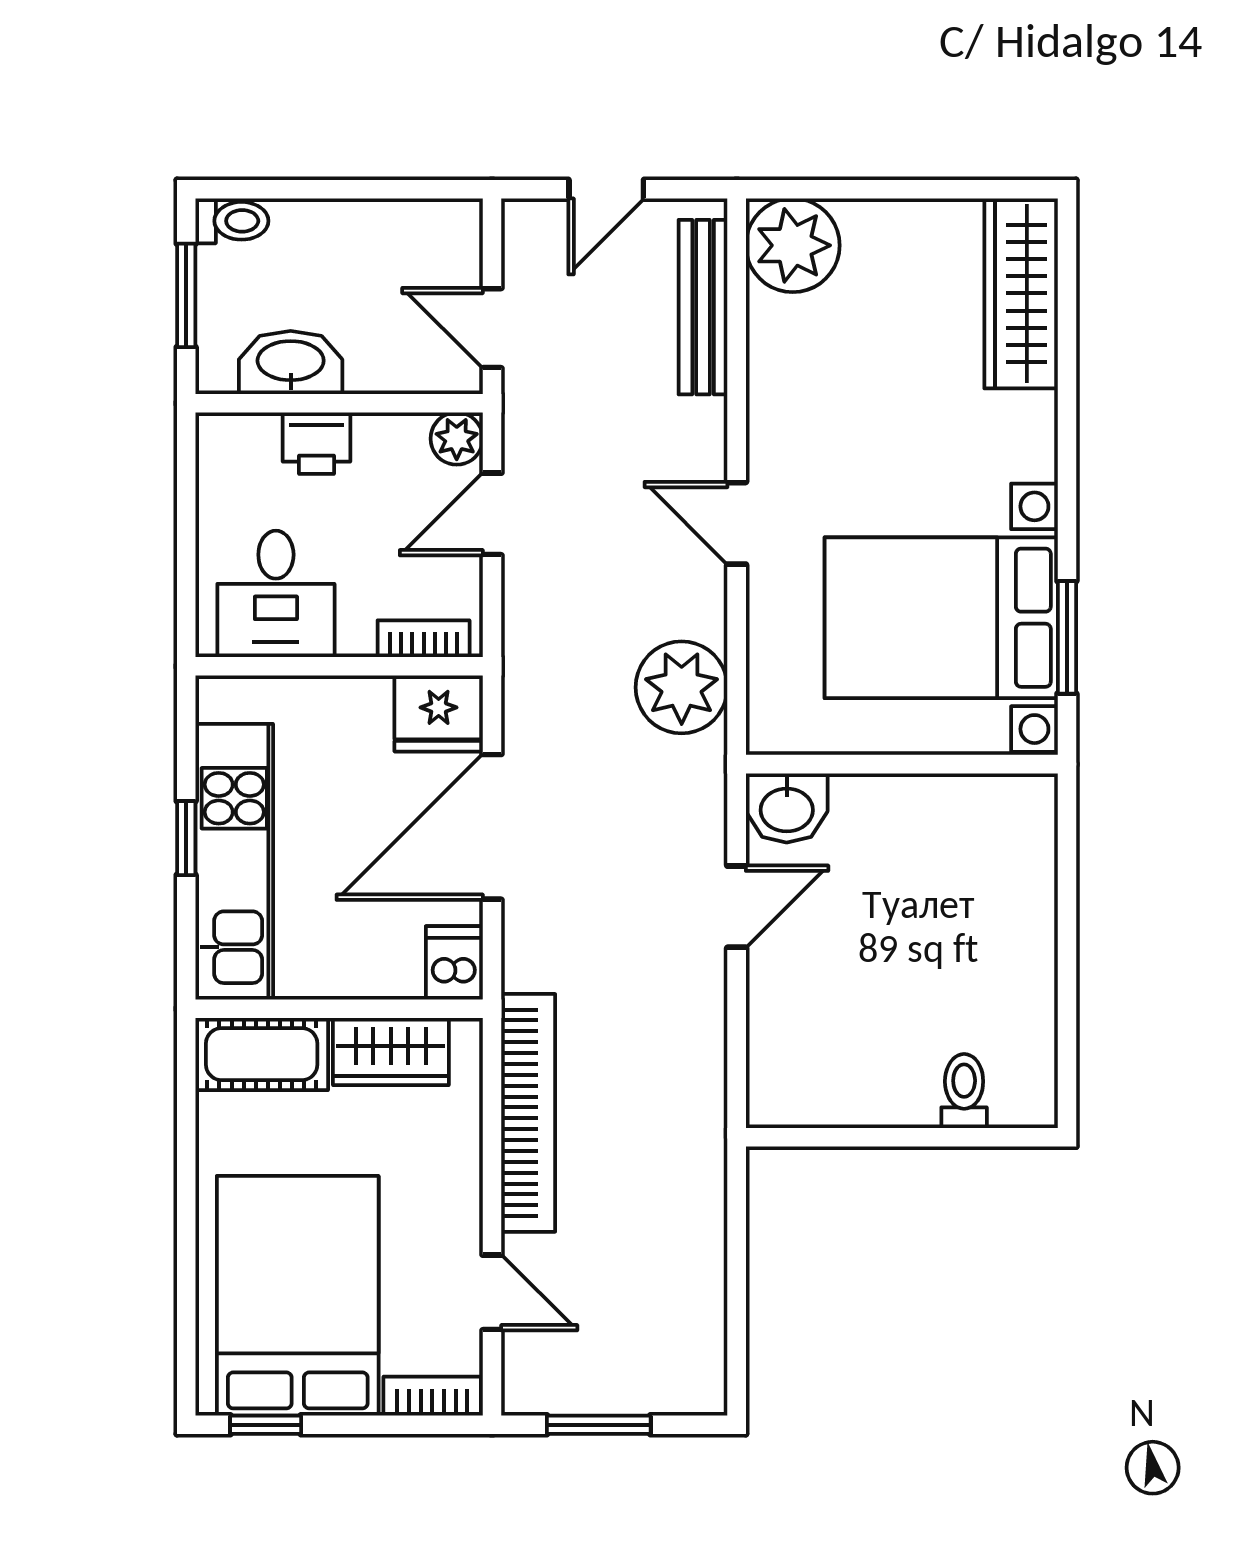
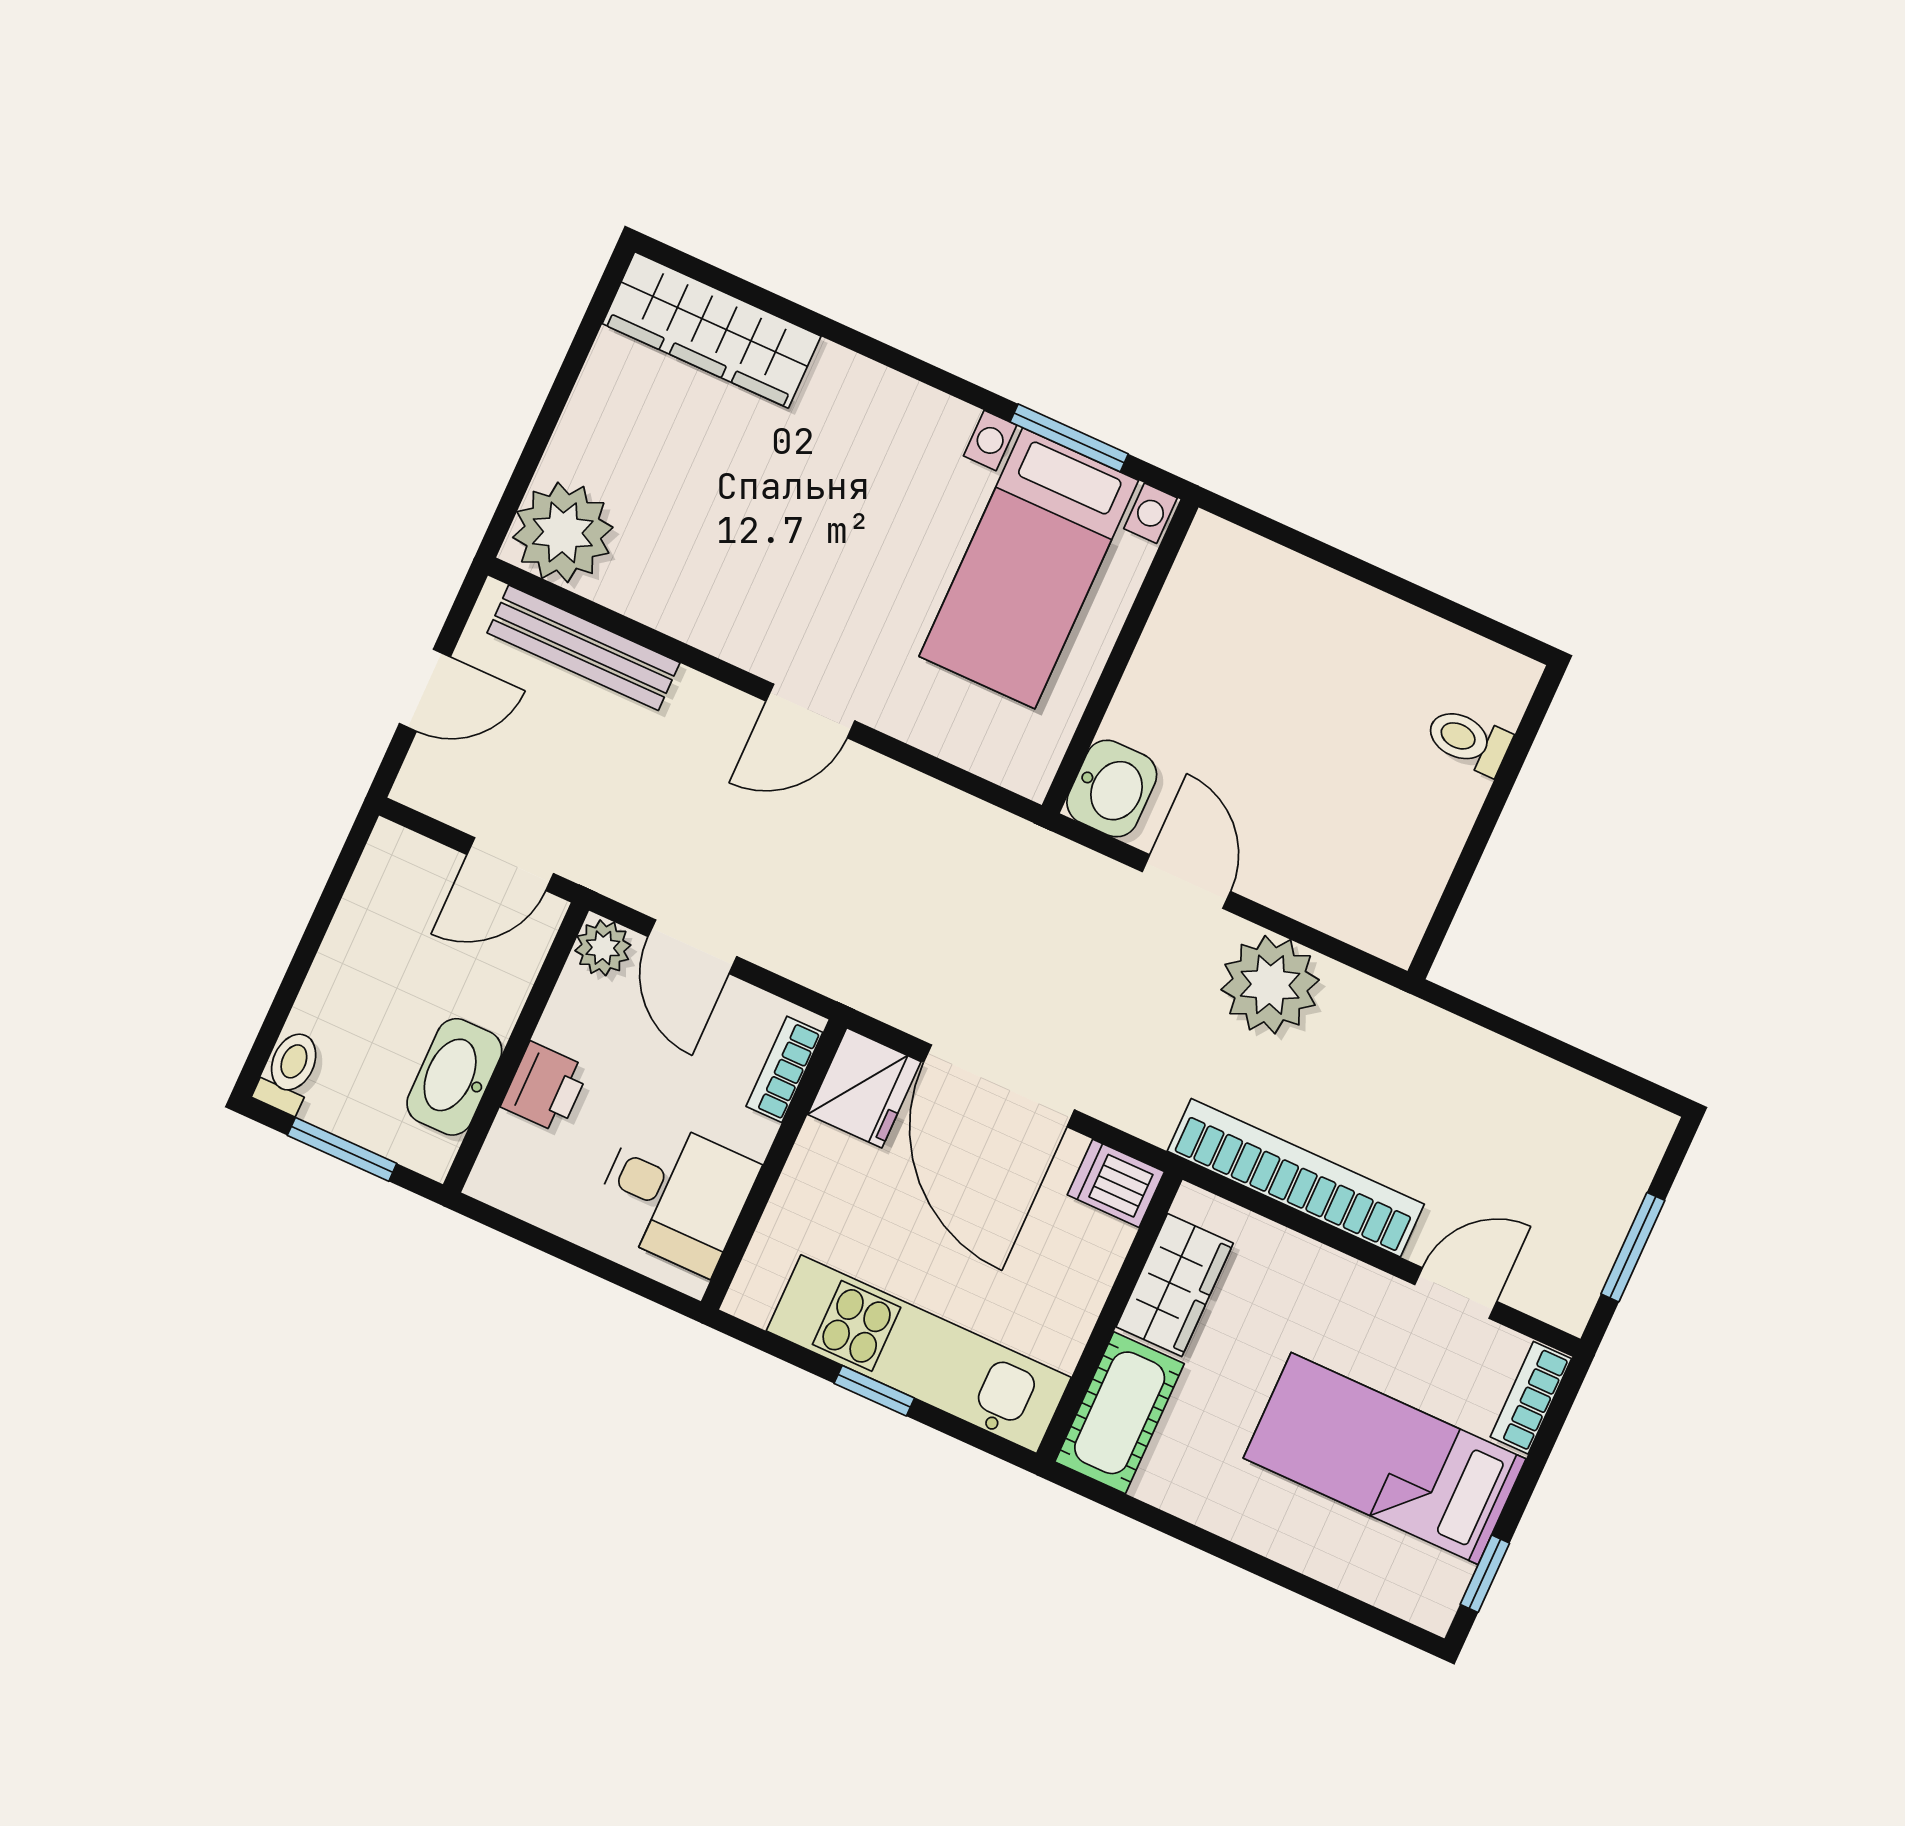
door: (606, 189) -> (425, 690), hinge flipped
bed with nightstands: (941, 618) -> (1029, 568), width x0.73
plant: (682, 687) -> (1270, 985), moved
bed: (298, 1296) -> (1385, 1459), width x0.67

